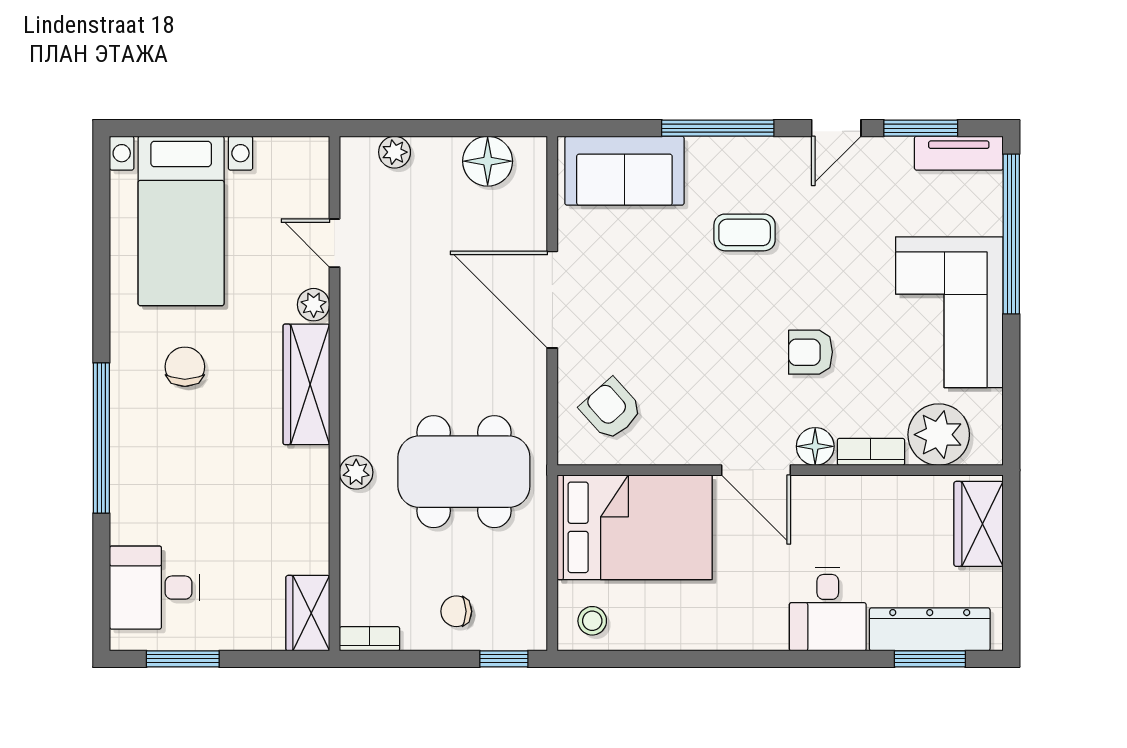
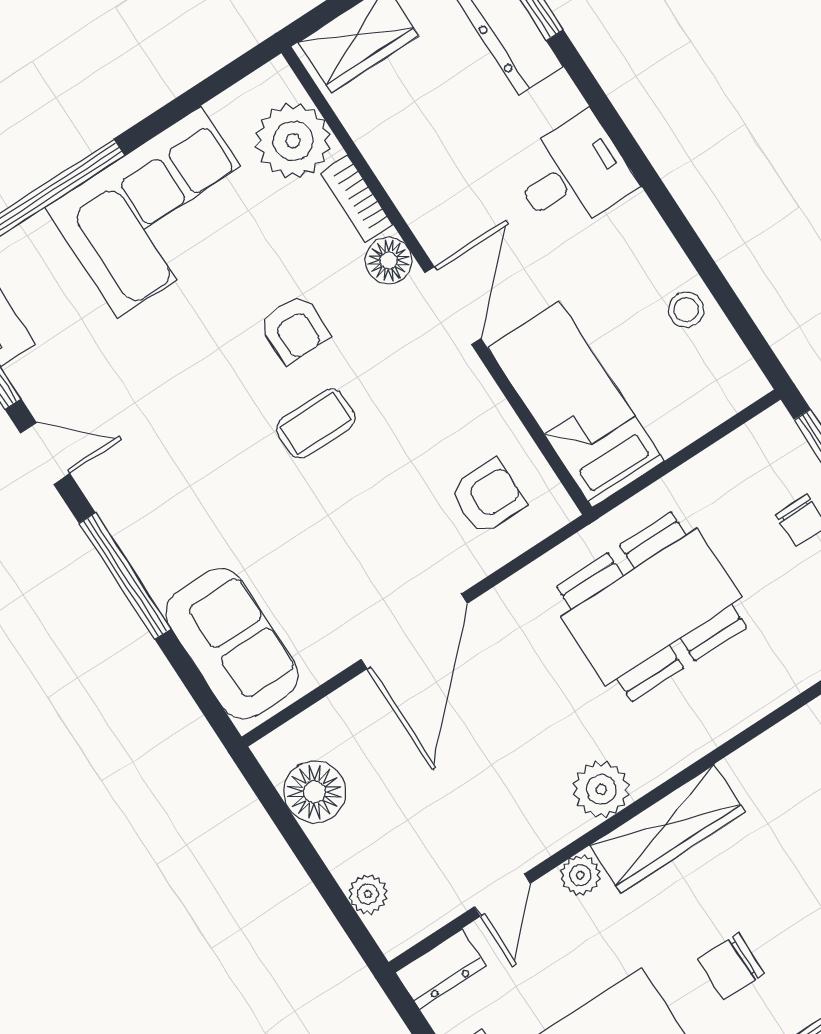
dresser: (312, 168) -> (441, 969), added
coffee table: (745, 232) -> (316, 424), moved, turned 90
armchair: (611, 409) -> (488, 497), turned -138
plant: (356, 472) -> (601, 789), moved, width x1.38, depth x1.38
dining table: (464, 472) -> (652, 607), turned 90
bed: (635, 527) -> (576, 404), width x0.67
desk: (828, 609) -> (573, 174), moved
stool: (592, 621) -> (686, 310), moved

